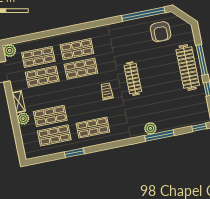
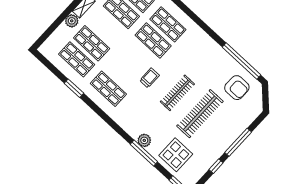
armchair: (161, 32) -> (237, 88), turned -90
clothes rail: (188, 67) -> (200, 114), moved
display table: (178, 113) -> (176, 155), added

